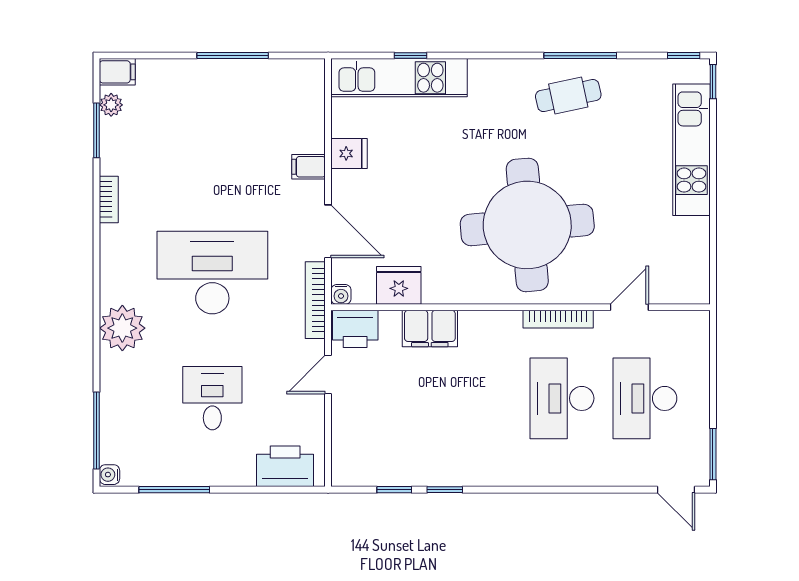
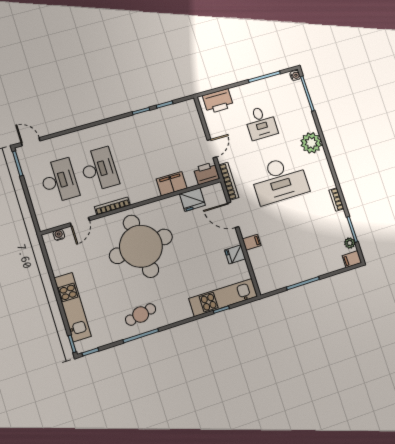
water cooler: (341, 294) -> (59, 235), moved

